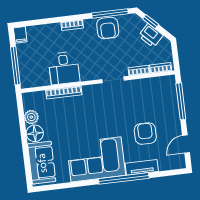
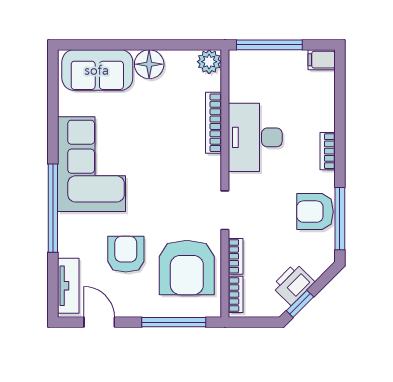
window: (151, 22) -> (300, 304), moved
desk: (64, 68) -> (255, 137), width x1.37
armchair: (149, 98) -> (187, 267), added
plant: (31, 117) -> (209, 62), moved
armchair: (145, 134) -> (126, 254), turned -90
tv unit: (142, 167) -> (68, 286), moved

